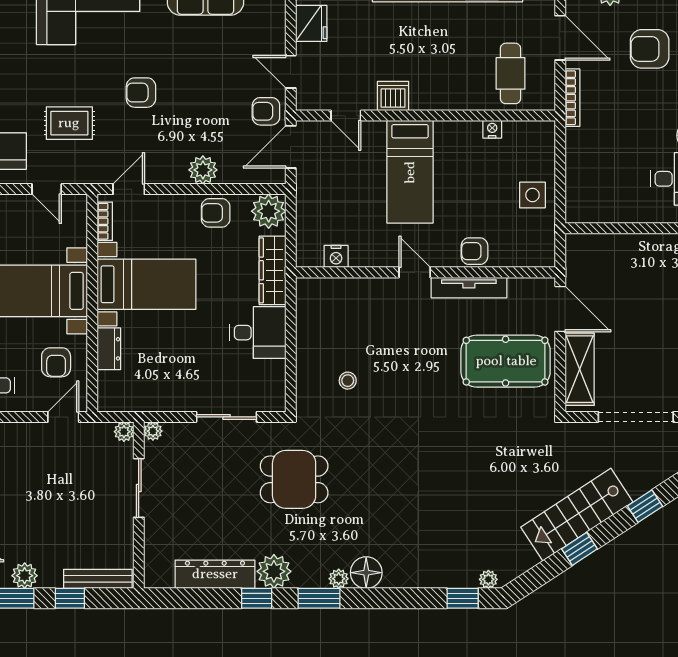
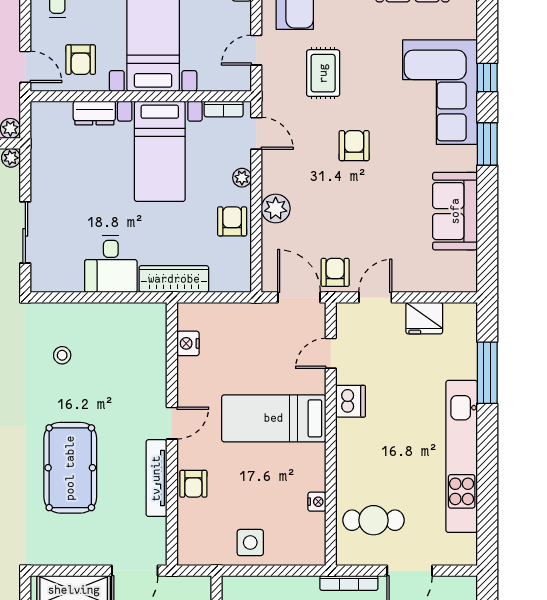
plant: (269, 211) -> (242, 178), moved, width x0.53, depth x0.53
armchair: (474, 251) -> (193, 484), turned 180
pool table: (506, 361) -> (70, 468), moved
armchair: (56, 362) -> (81, 60), turned -90

